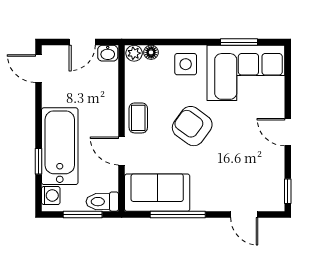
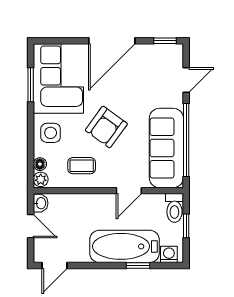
coffee table: (138, 118) -> (82, 166), moved
door: (288, 132) -> (112, 41), width x1.87
sofa: (157, 193) -> (166, 148), width x1.36
window: (83, 214) -> (186, 226), width x0.67
window: (178, 214) -> (186, 140), width x1.46

